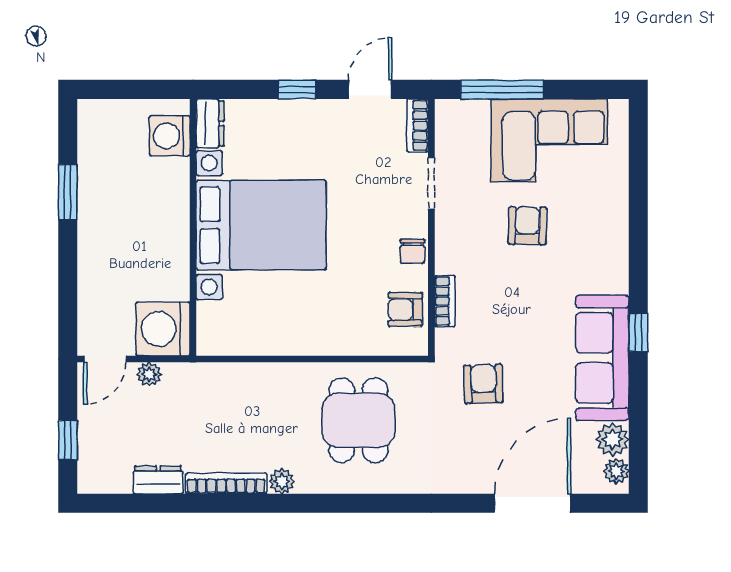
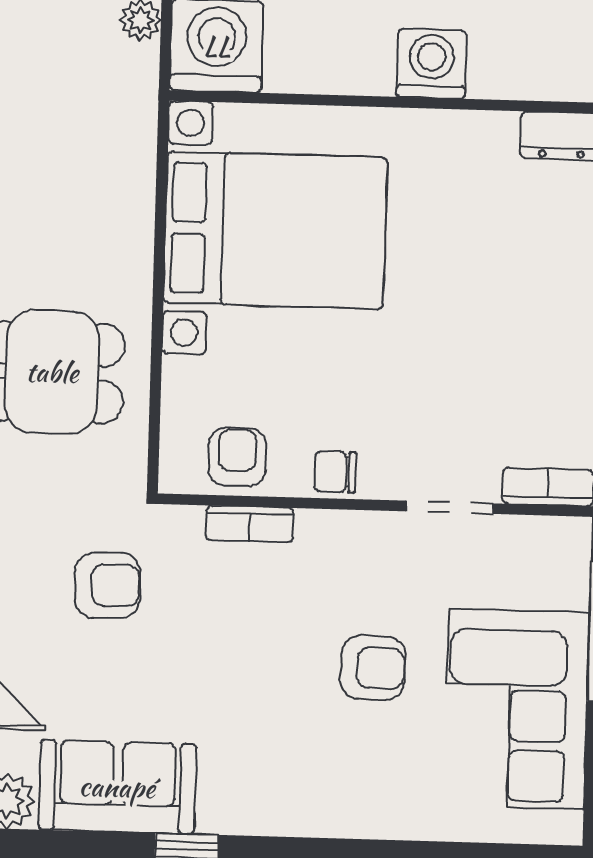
washing machine: (170, 136) -> (432, 64), moved
bed with nightstands: (261, 225) -> (275, 230), moved, turned -90
sofa: (602, 358) -> (117, 787), width x0.73

